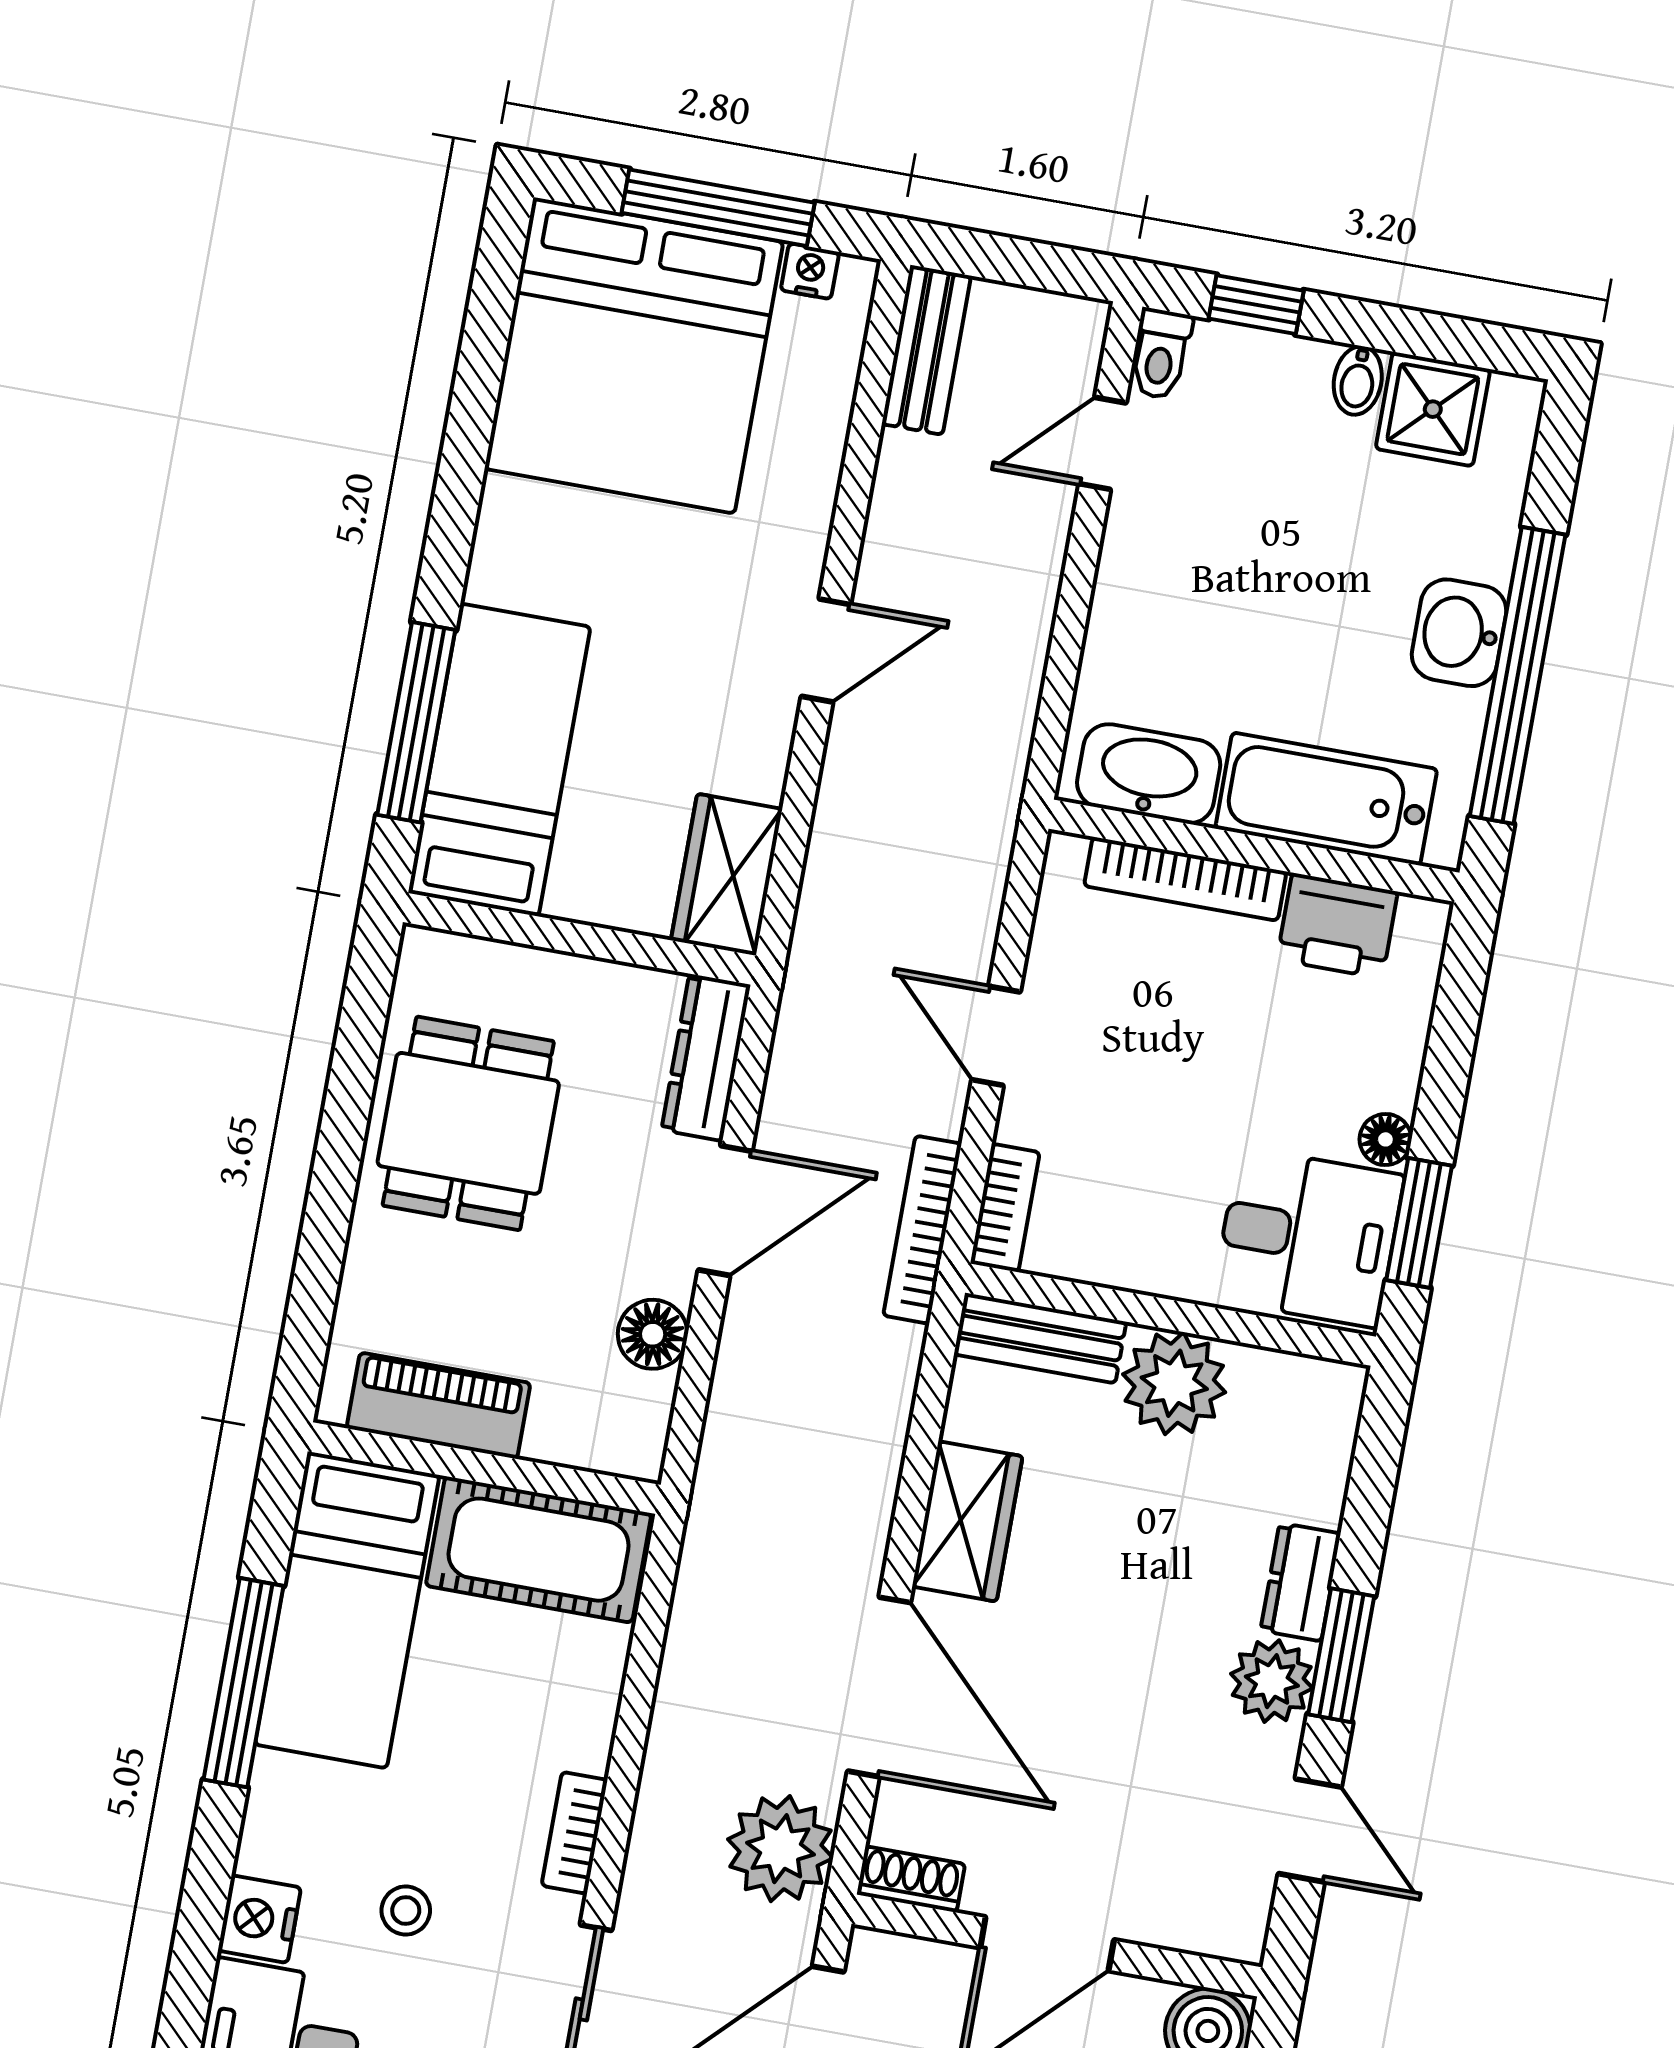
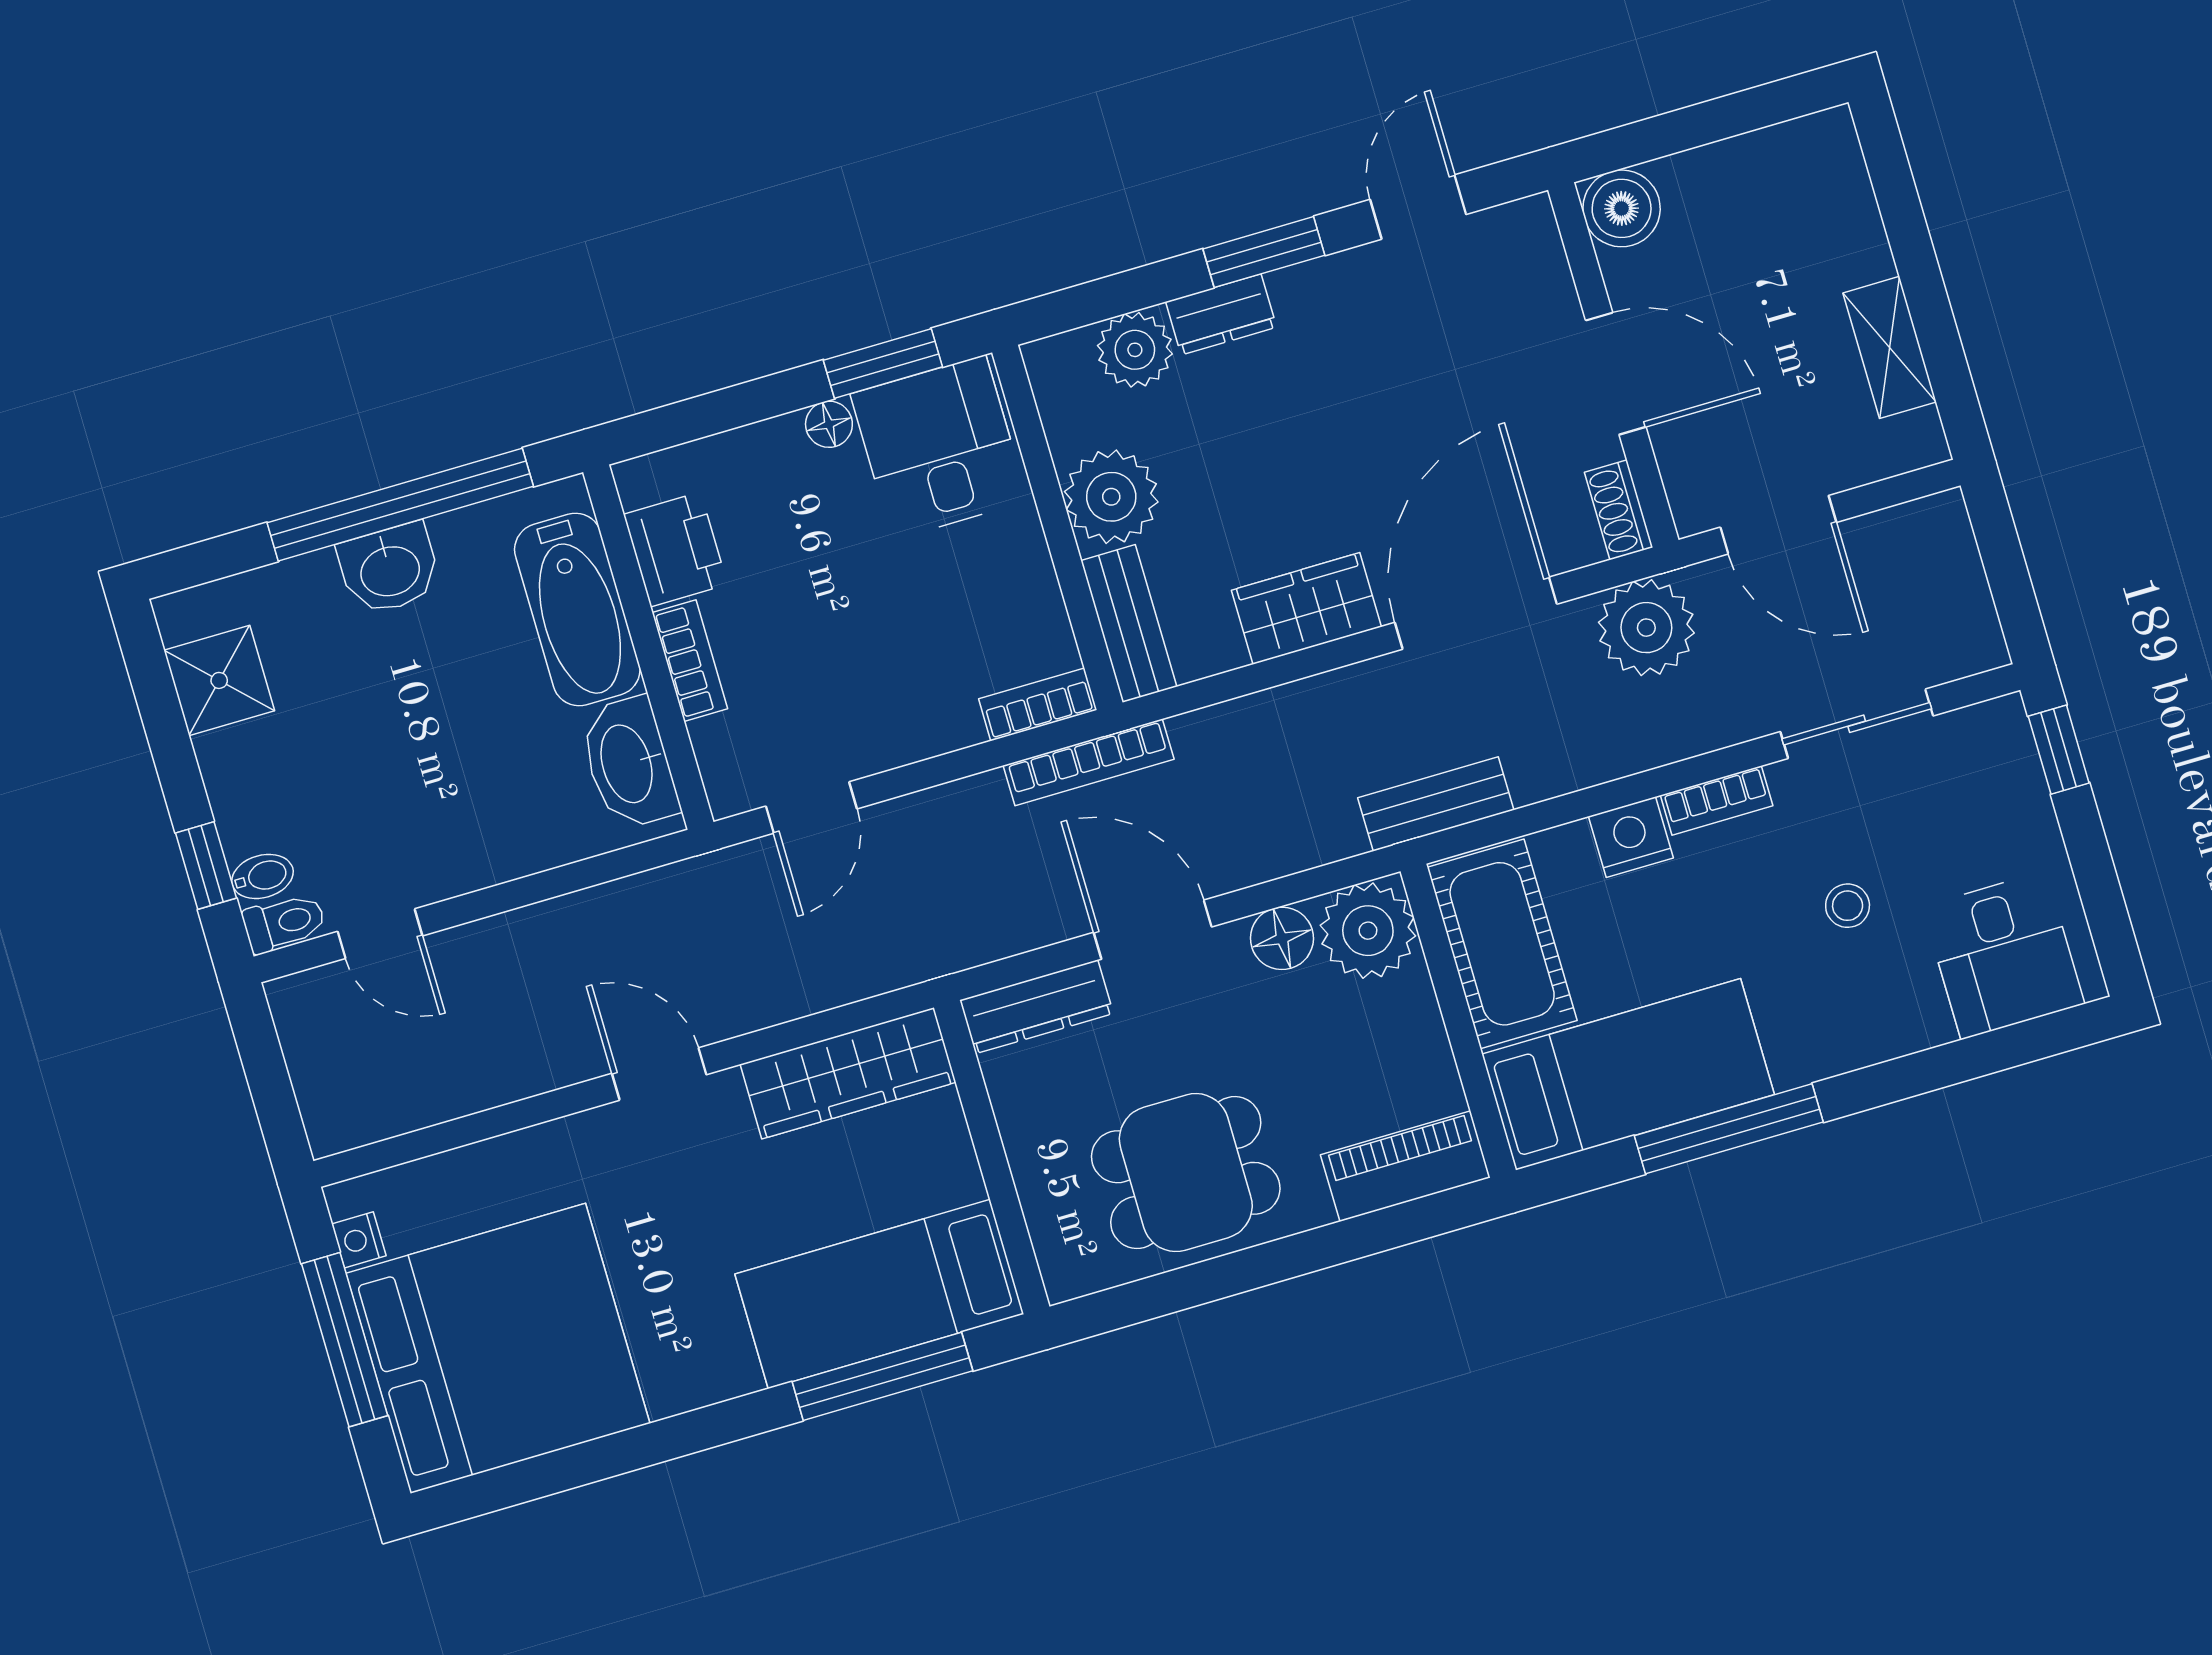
bench: (926, 350) -> (1436, 804), moved
bidet: (1358, 381) -> (263, 876), moved
wardrobe: (727, 875) -> (848, 1073), width x1.50
bookcase: (1185, 879) -> (690, 661), width x0.64
door: (996, 1036) -> (811, 807), moved
piano: (439, 1406) -> (1405, 1166), moved, turned 90
plant: (618, 1423) -> (1368, 931), added
plant: (1272, 1681) -> (1135, 350), moved
nightstand: (259, 1919) -> (1631, 837), moved, turned 180

